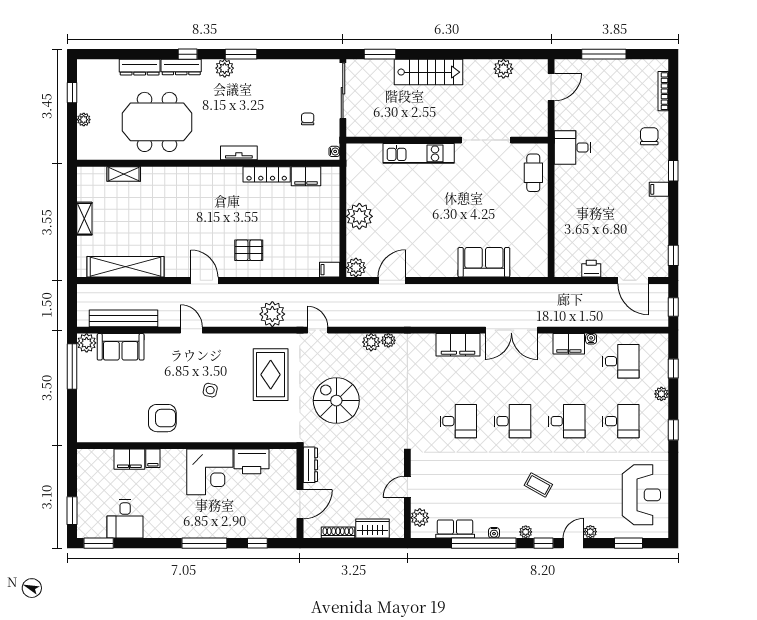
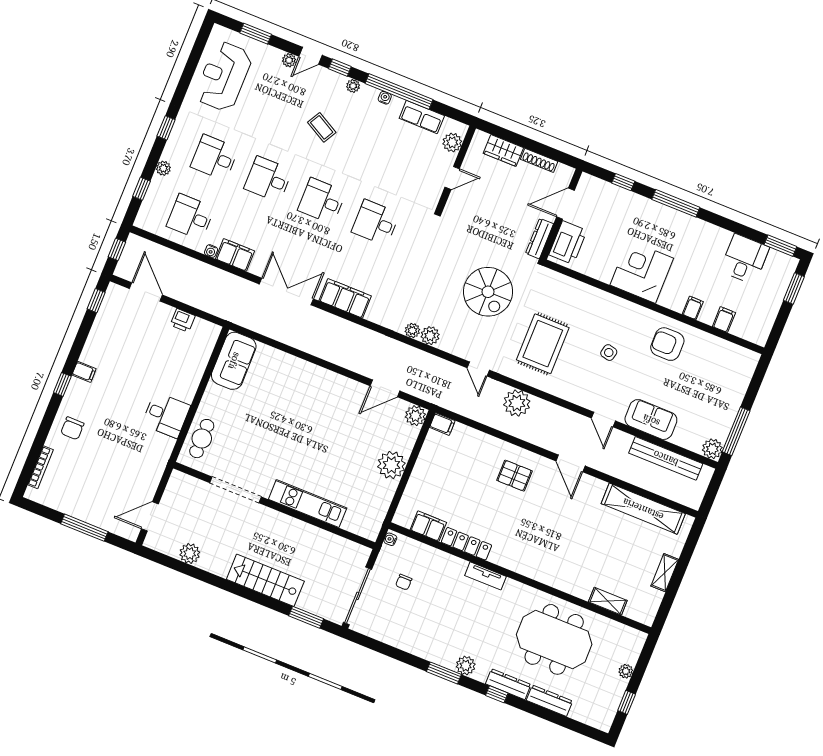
desk: (573, 147) -> (166, 415), moved
sofa: (484, 262) -> (234, 361), moved, turned -90
sofa: (121, 347) -> (651, 420), moved
filing cabinet: (129, 459) -> (724, 320), width x0.50
printer: (252, 461) -> (568, 243), moved, turned 90

